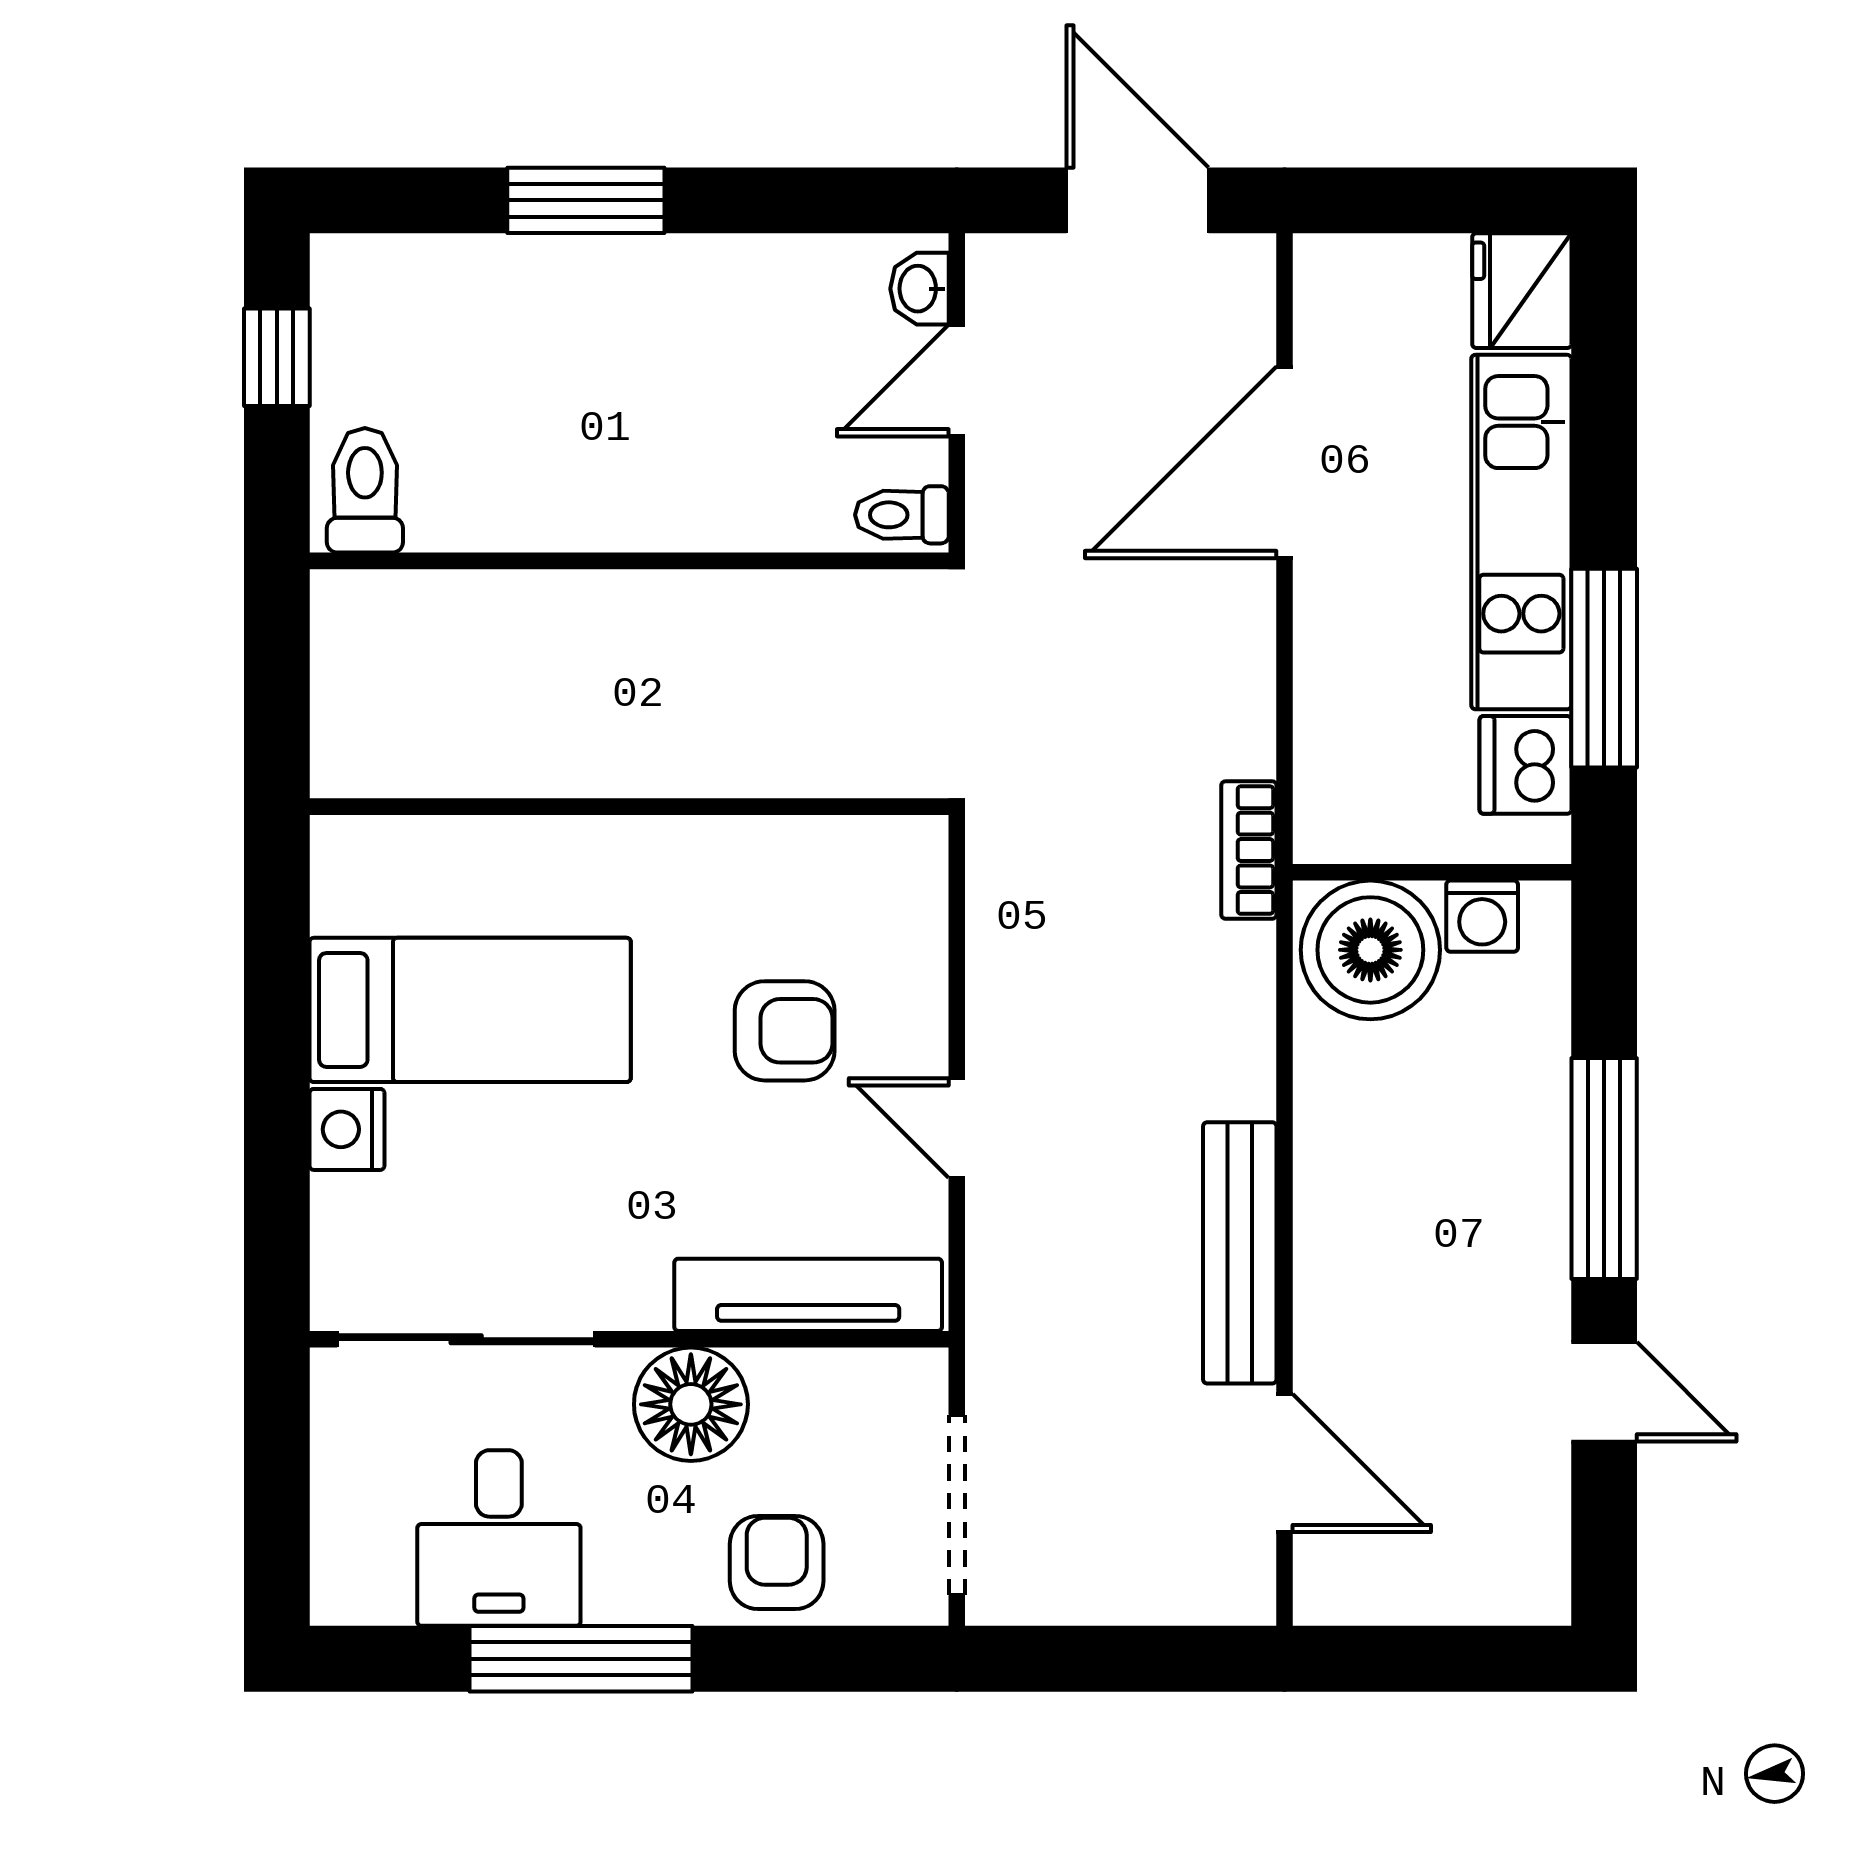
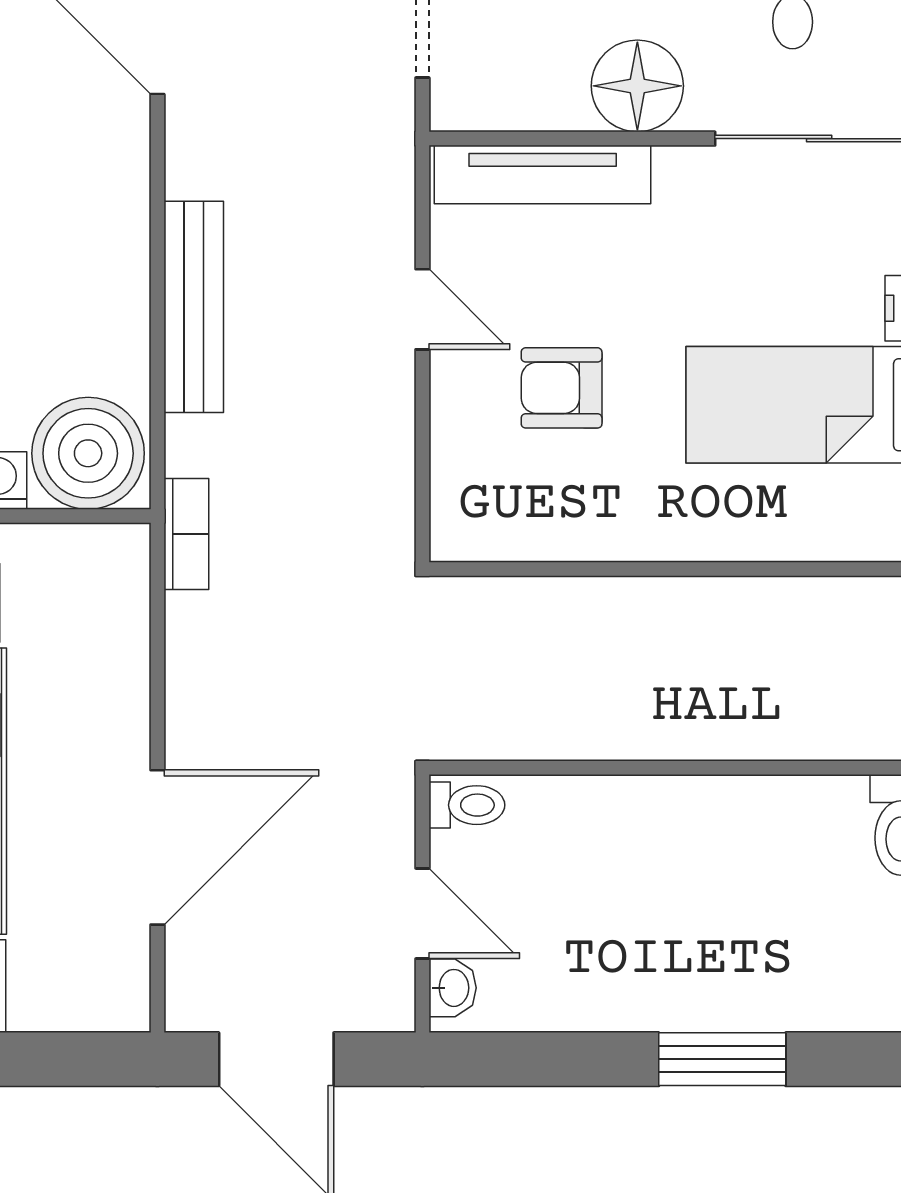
door: (957, 381) -> (422, 914), hinge flipped
bench: (1240, 1253) -> (194, 307), moved

